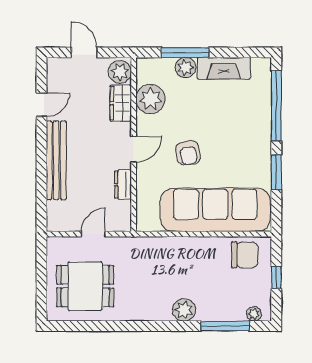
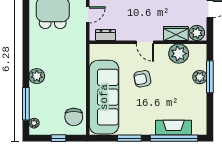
fireplace: (224, 68) -> (174, 128), moved, turned 90
dresser: (123, 185) -> (106, 35), moved
door: (93, 234) -> (88, 15), hinge flipped

